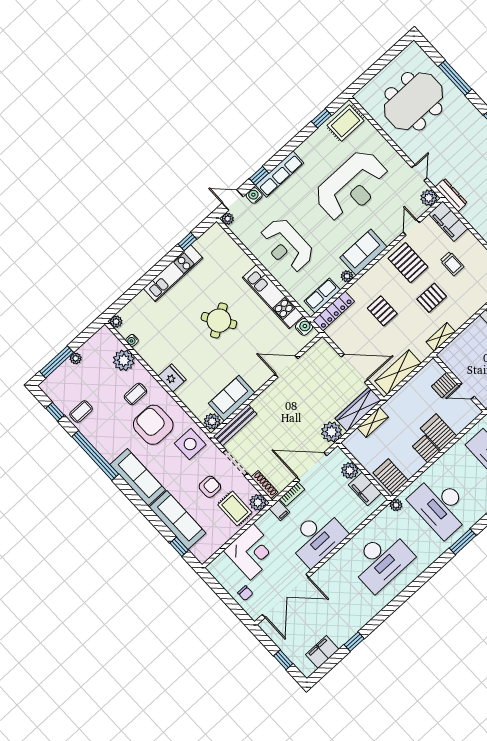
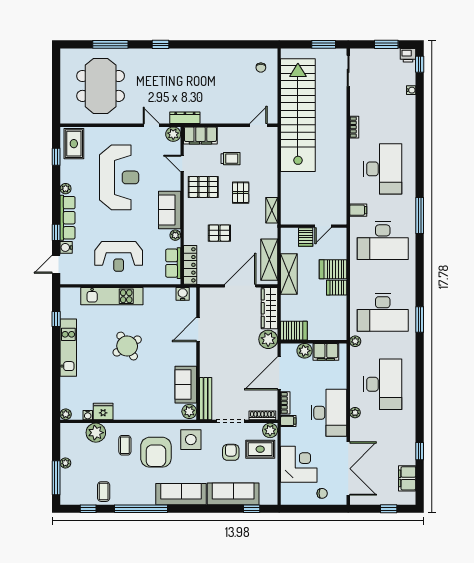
plant: (228, 219) -> (66, 189), moved
kitchen unit: (273, 297) -> (112, 296), moved
fridge: (172, 378) -> (103, 411), moved
shelving: (373, 422) -> (289, 274), moved, width x1.50, depth x1.33
armchair: (153, 425) -> (156, 452), turned -90
server rack: (391, 477) -> (294, 331), moved, turned 180
plant: (337, 559) -> (355, 413), added

